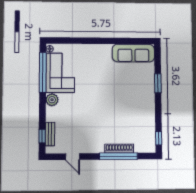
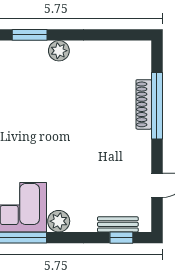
plant: (149, 100) -> (59, 51), added
window: (159, 138) -> (126, 35), removed

